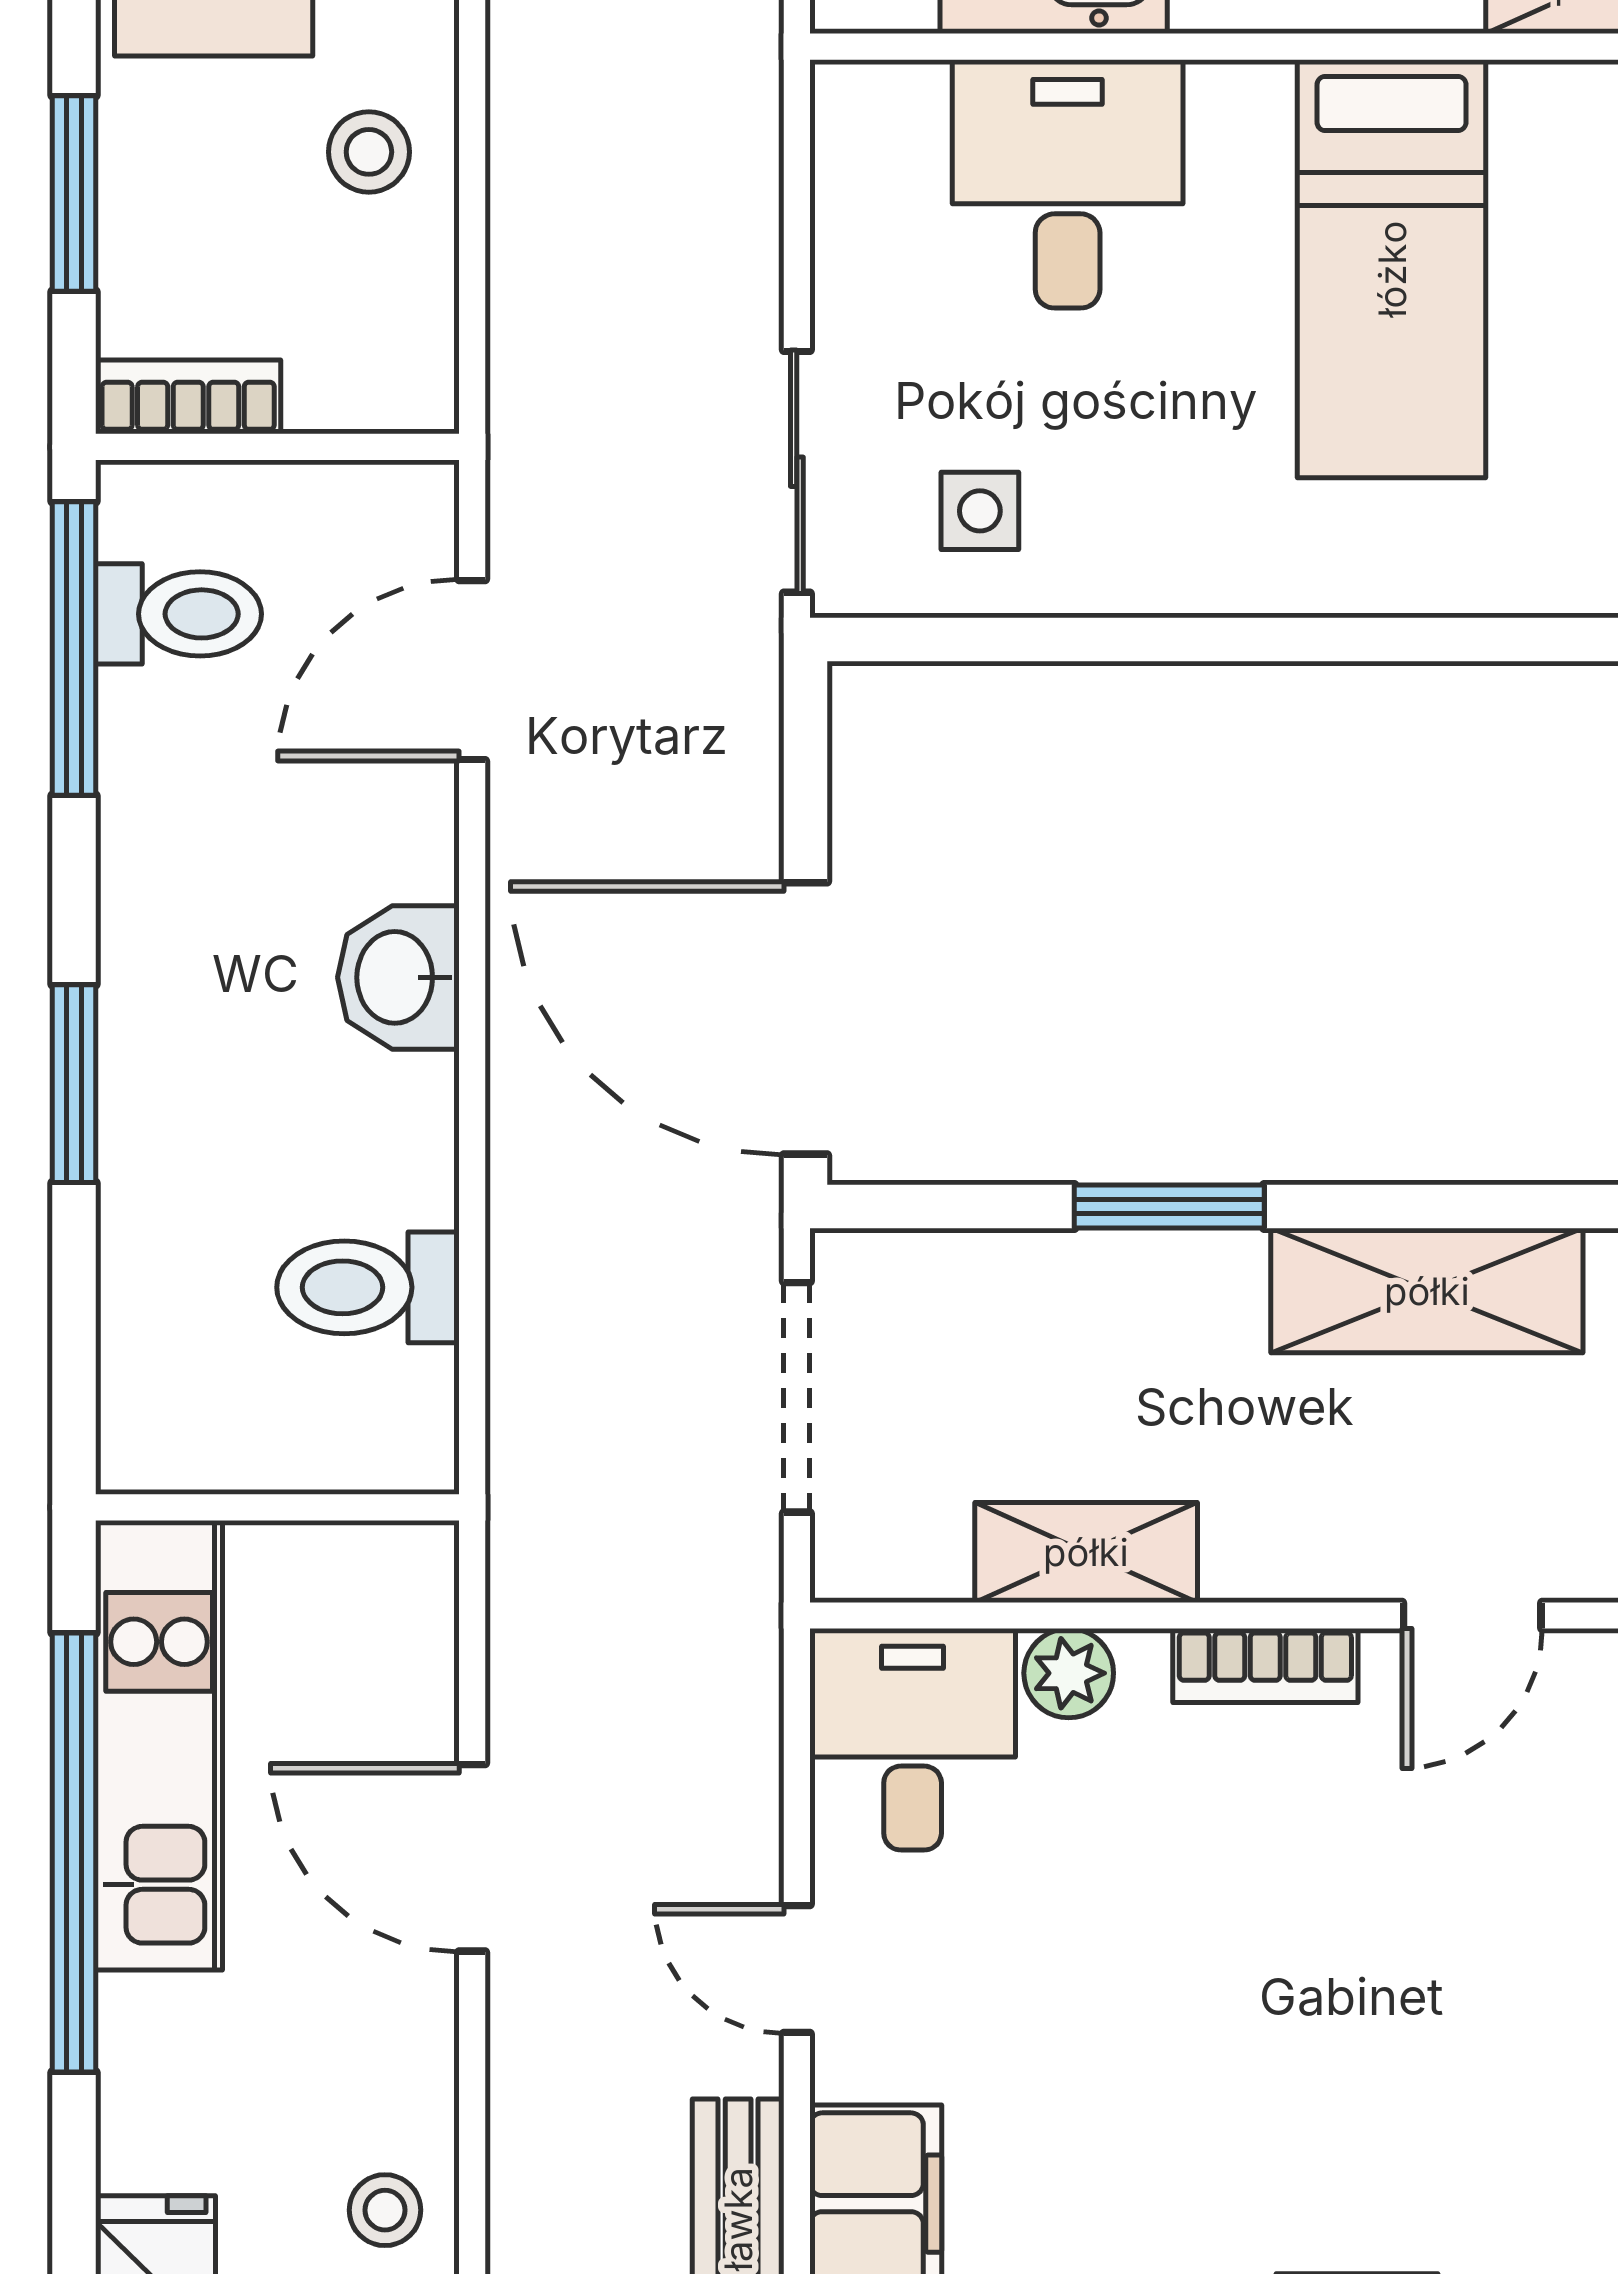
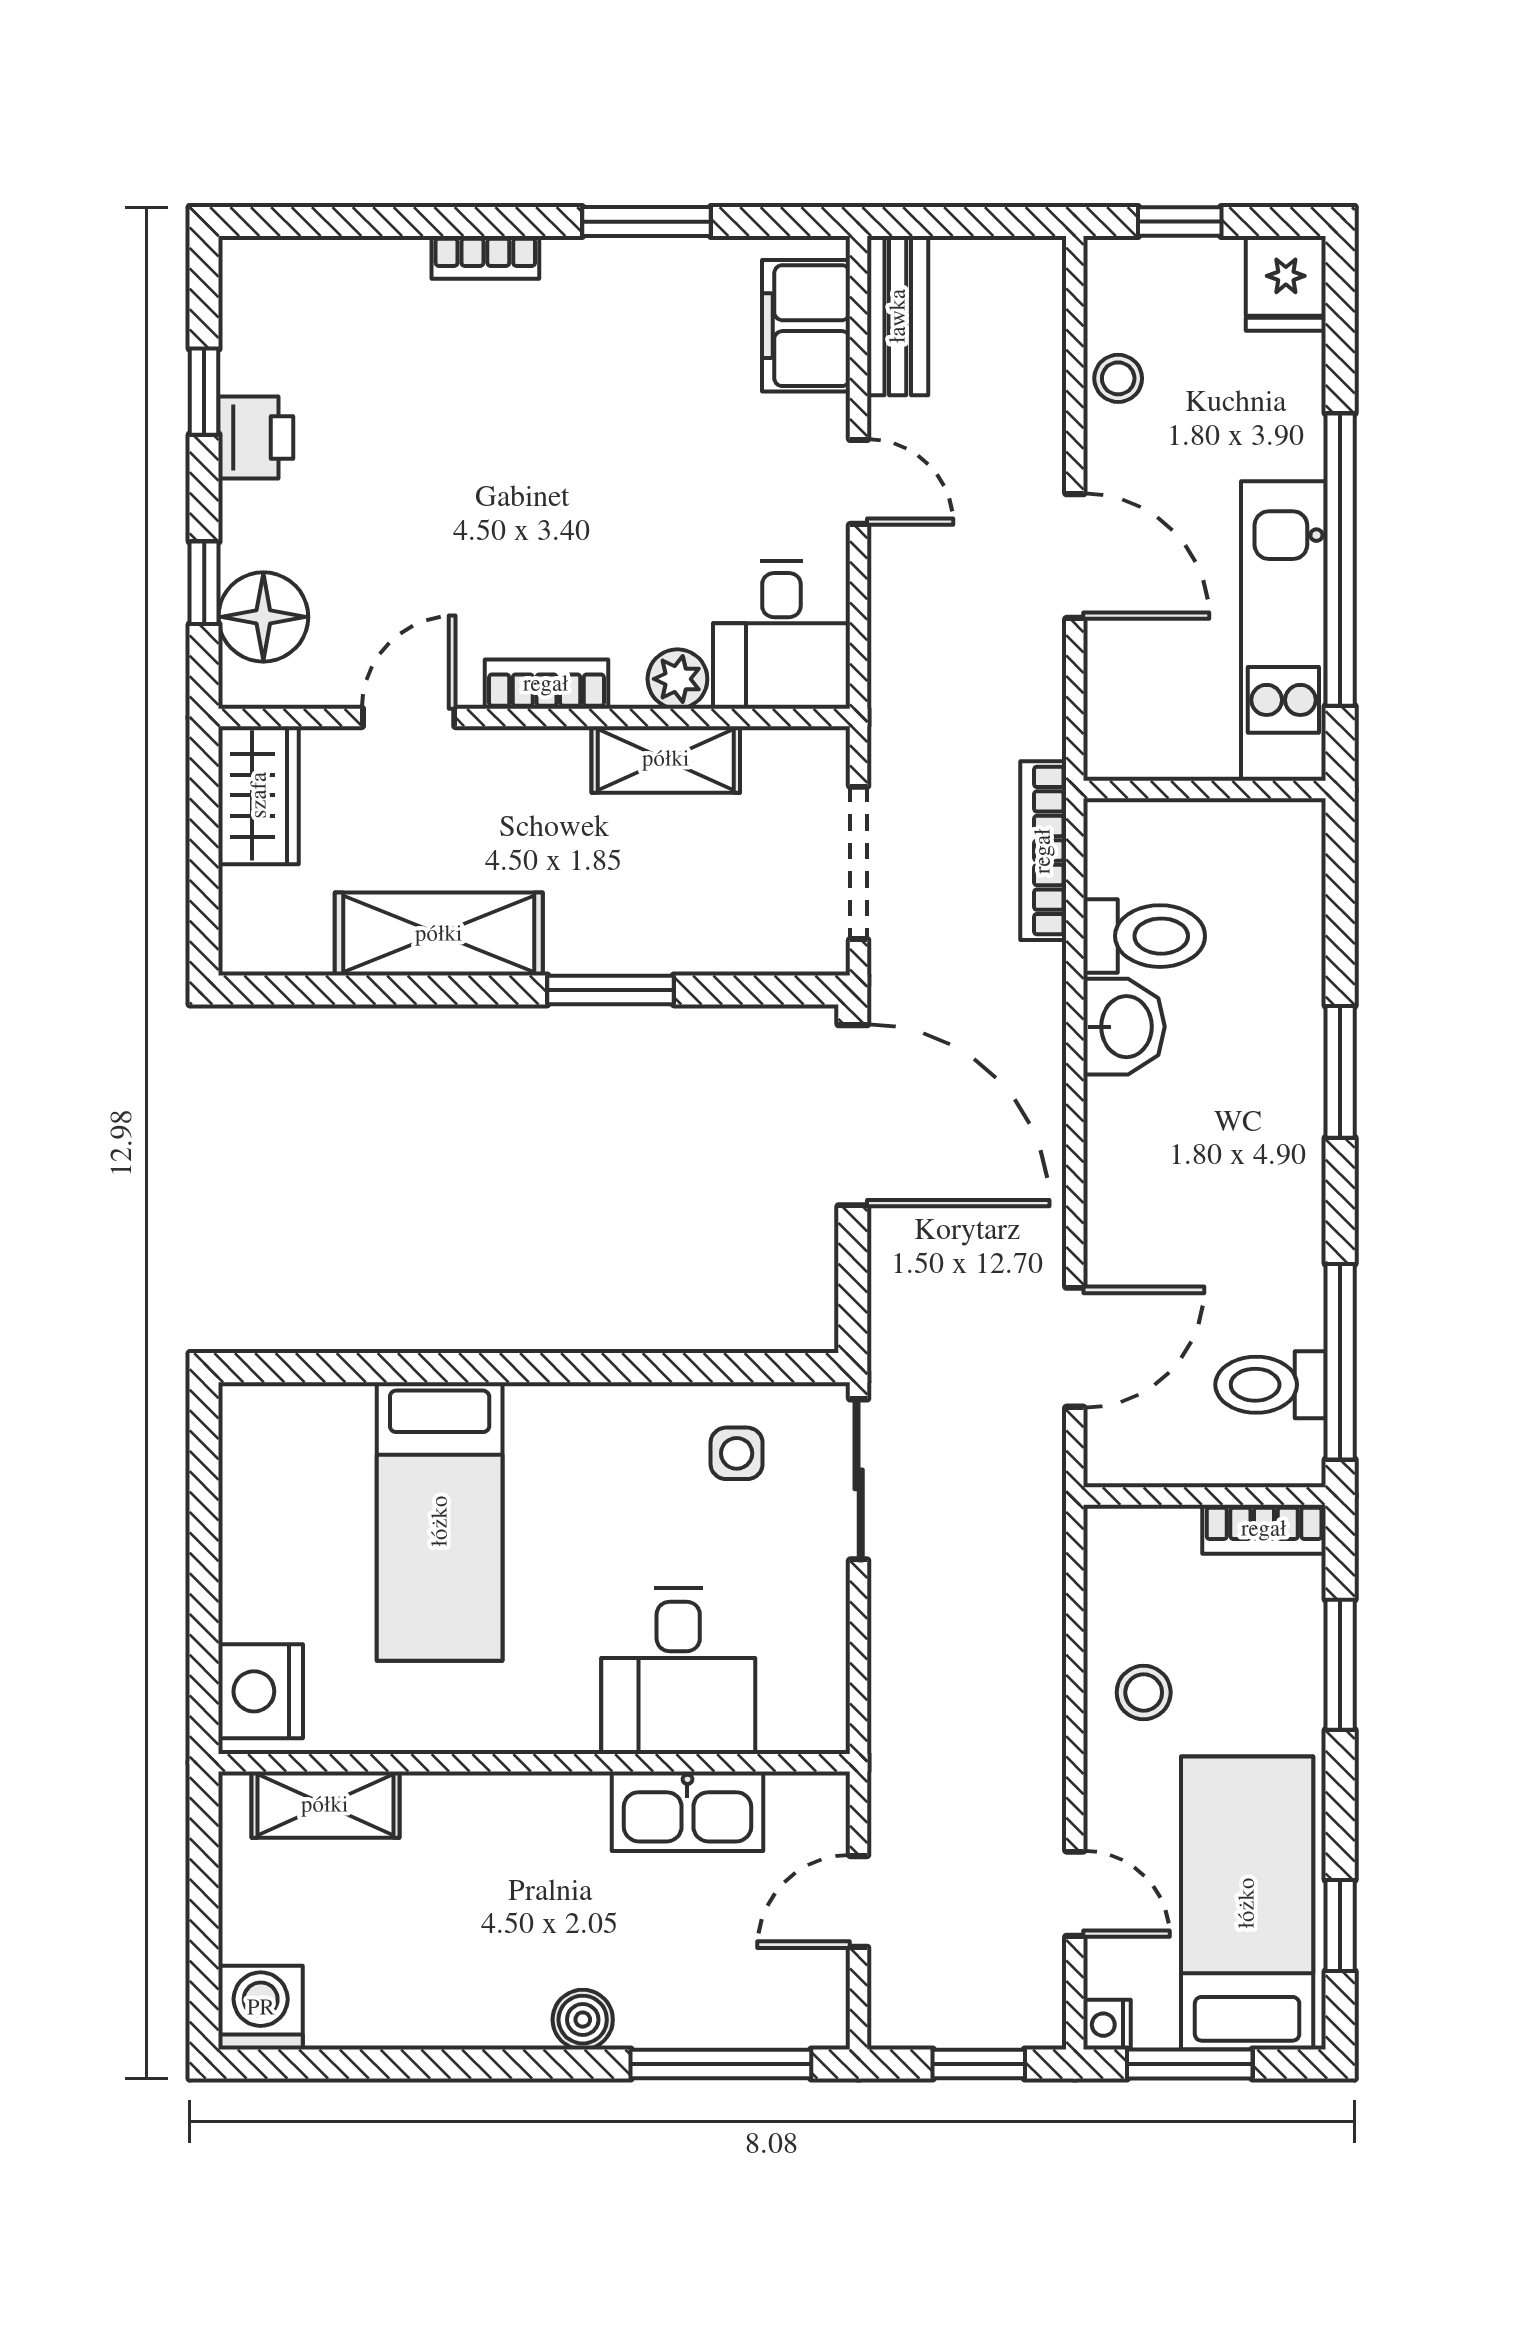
bed: (1392, 269) -> (440, 1521), moved, turned 180
washbasin: (398, 977) -> (1124, 1027), moved
bookcase: (520, 1416) -> (1043, 851), added
stool: (385, 2210) -> (1118, 378), moved

